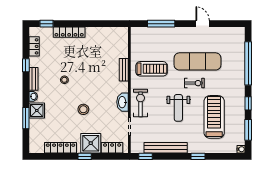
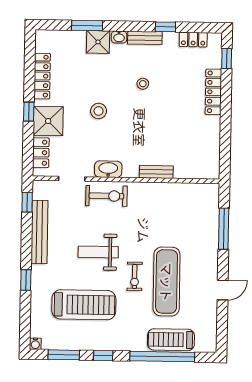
treadmill: (152, 69) -> (171, 340), moved, turned 90

